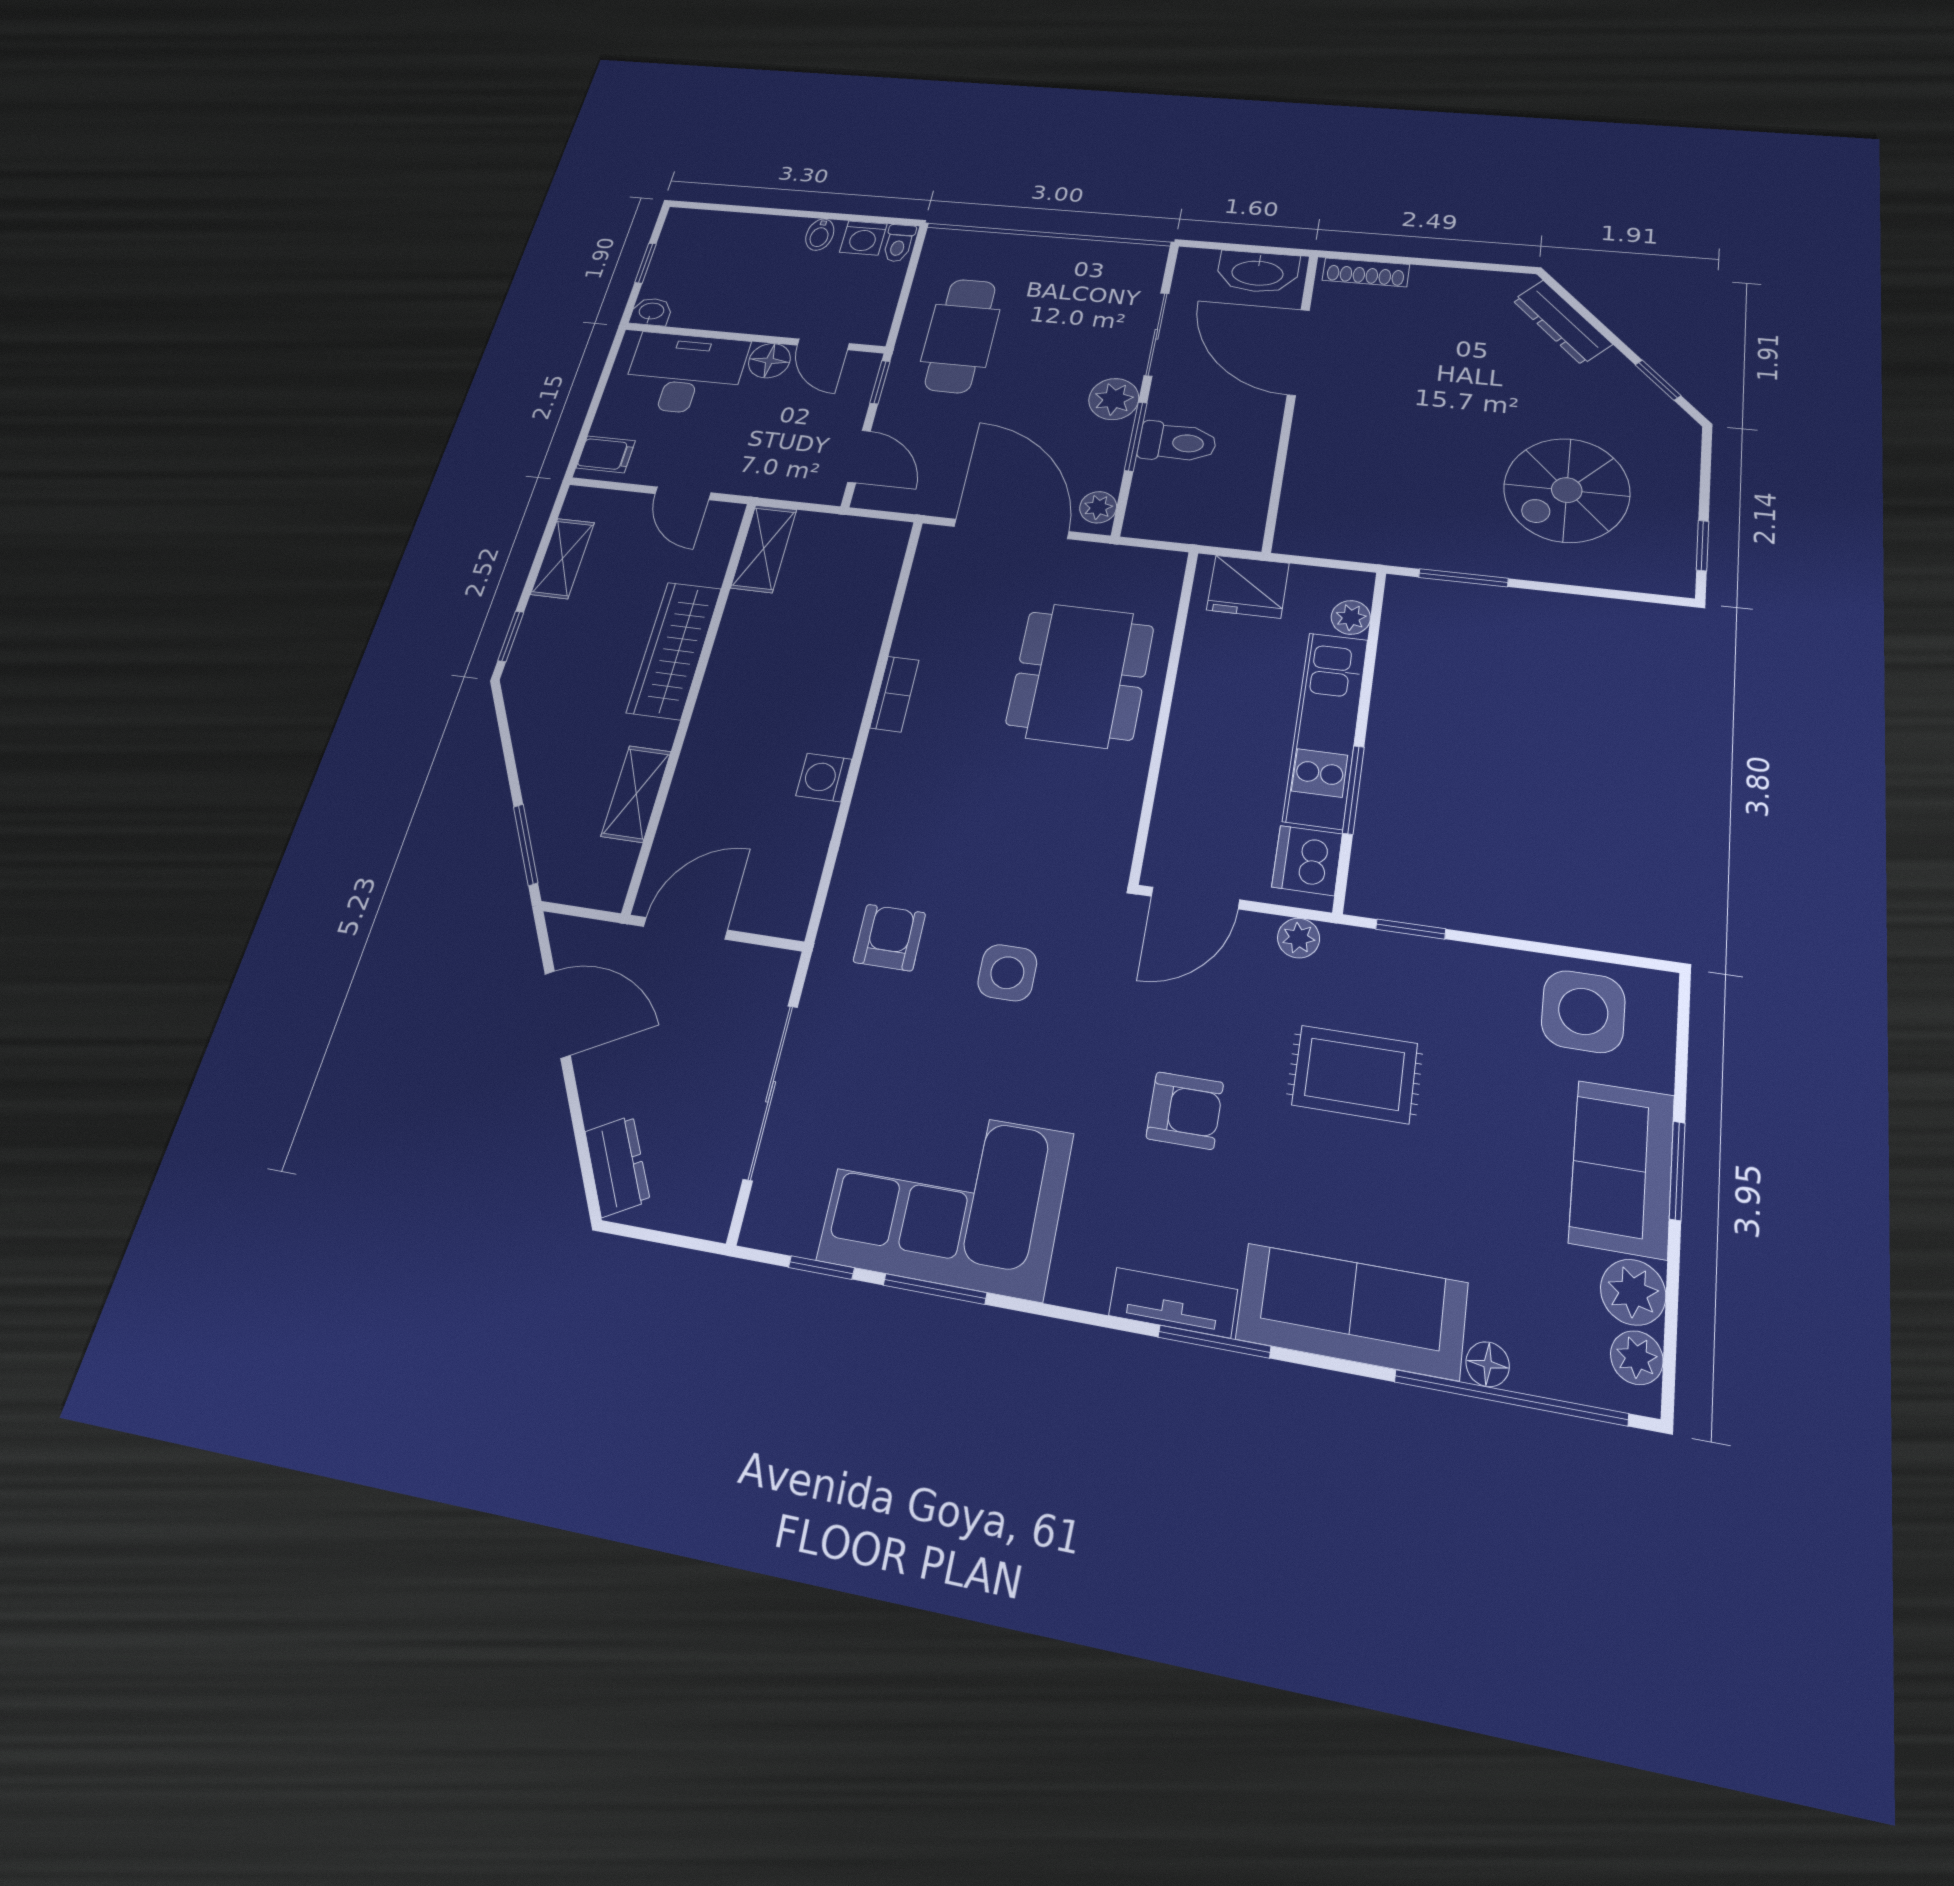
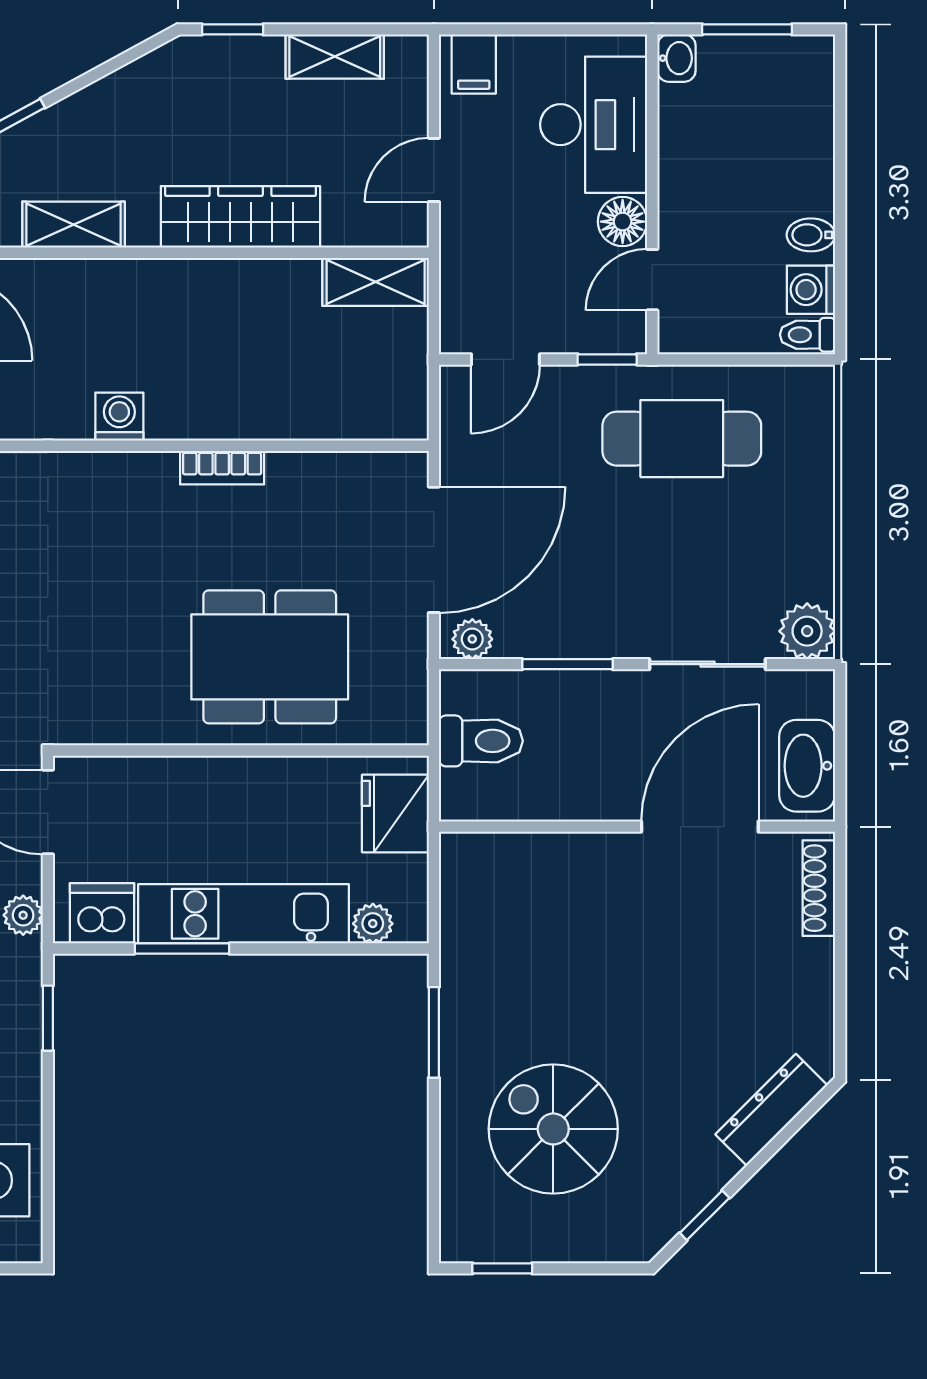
window: (646, 263) -> (747, 29), width x1.50
plant: (1114, 399) -> (807, 631), moved
toilet: (1177, 442) -> (481, 741), moved, turned -90

